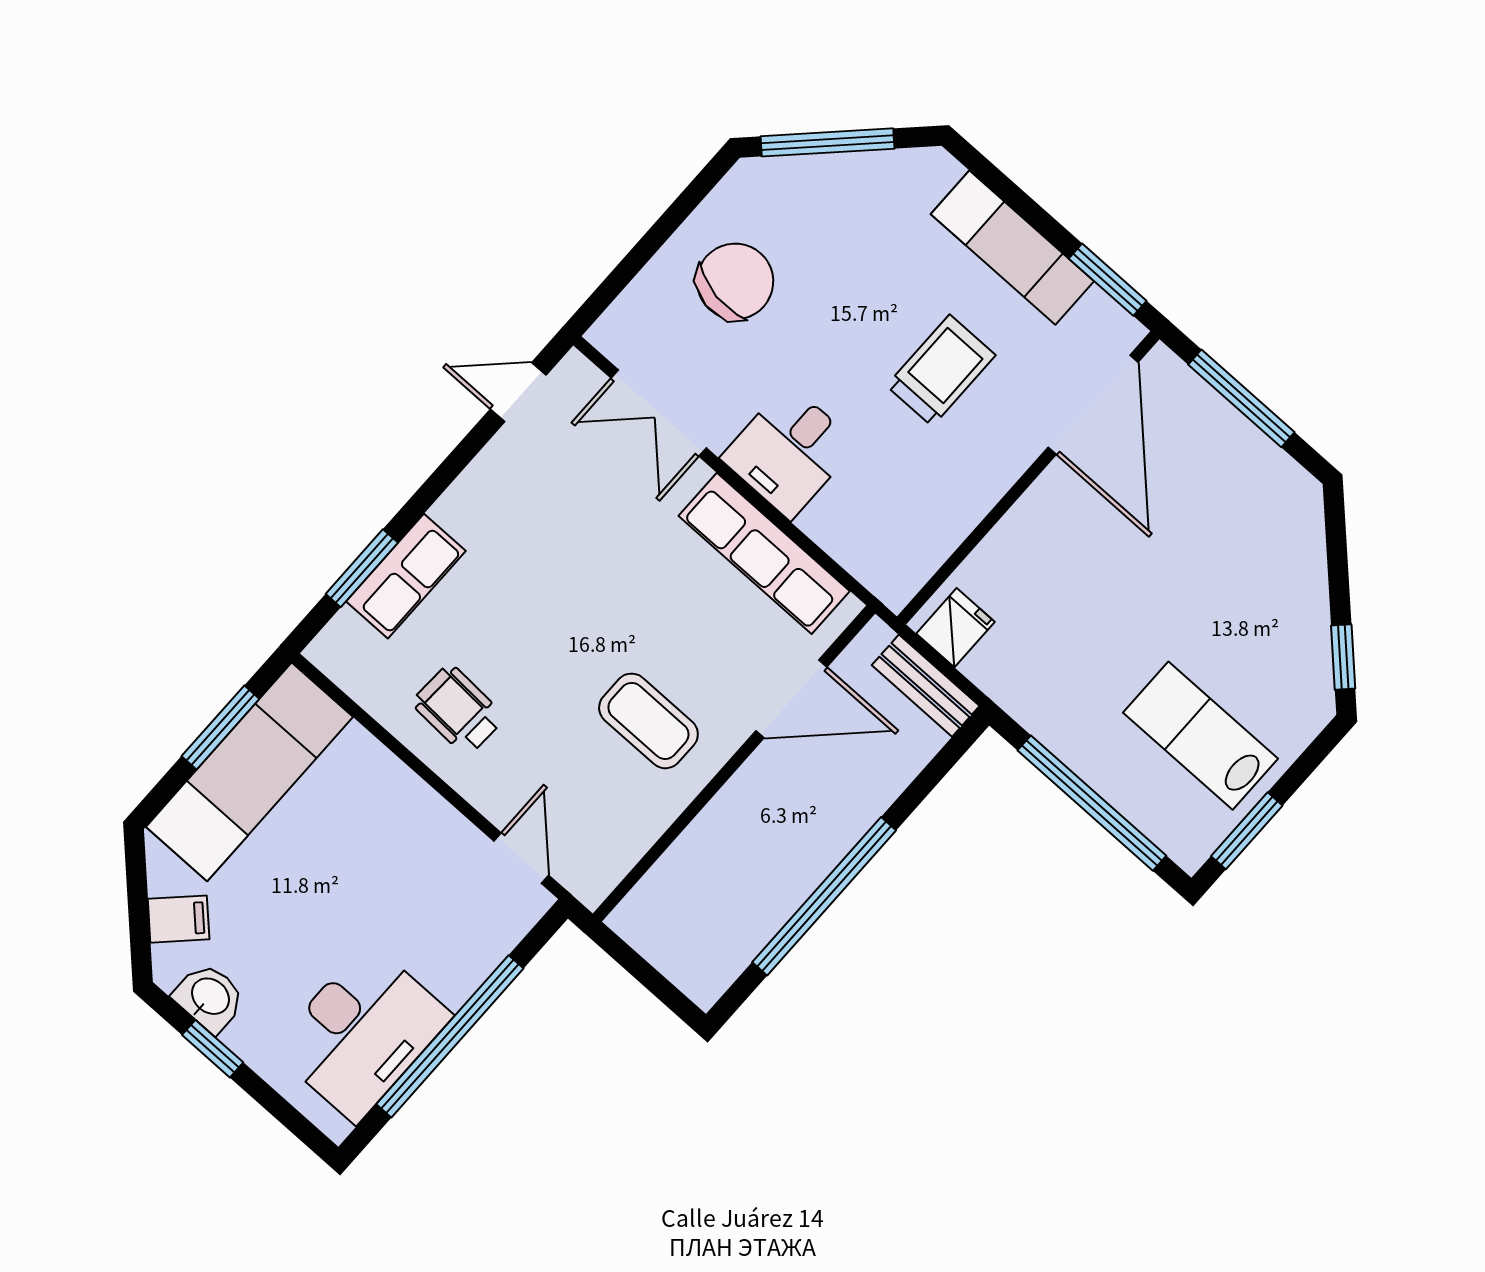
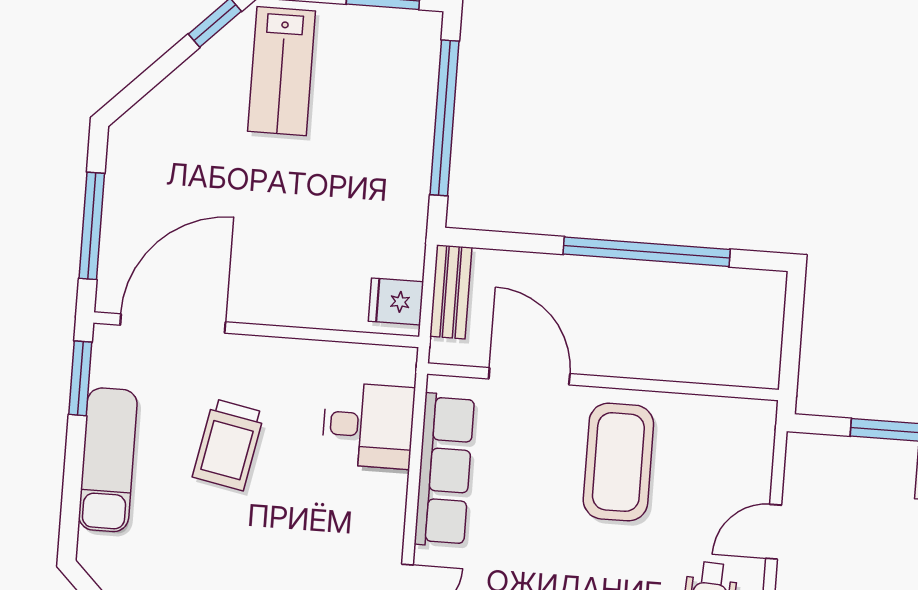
trolley: (941, 370) -> (228, 445), turned -79
desk: (789, 451) -> (368, 425), moved
coffee table: (648, 721) -> (618, 462), width x1.36, depth x1.32
lab bench: (1200, 736) -> (282, 71), moved
door: (521, 858) -> (774, 532), moved

